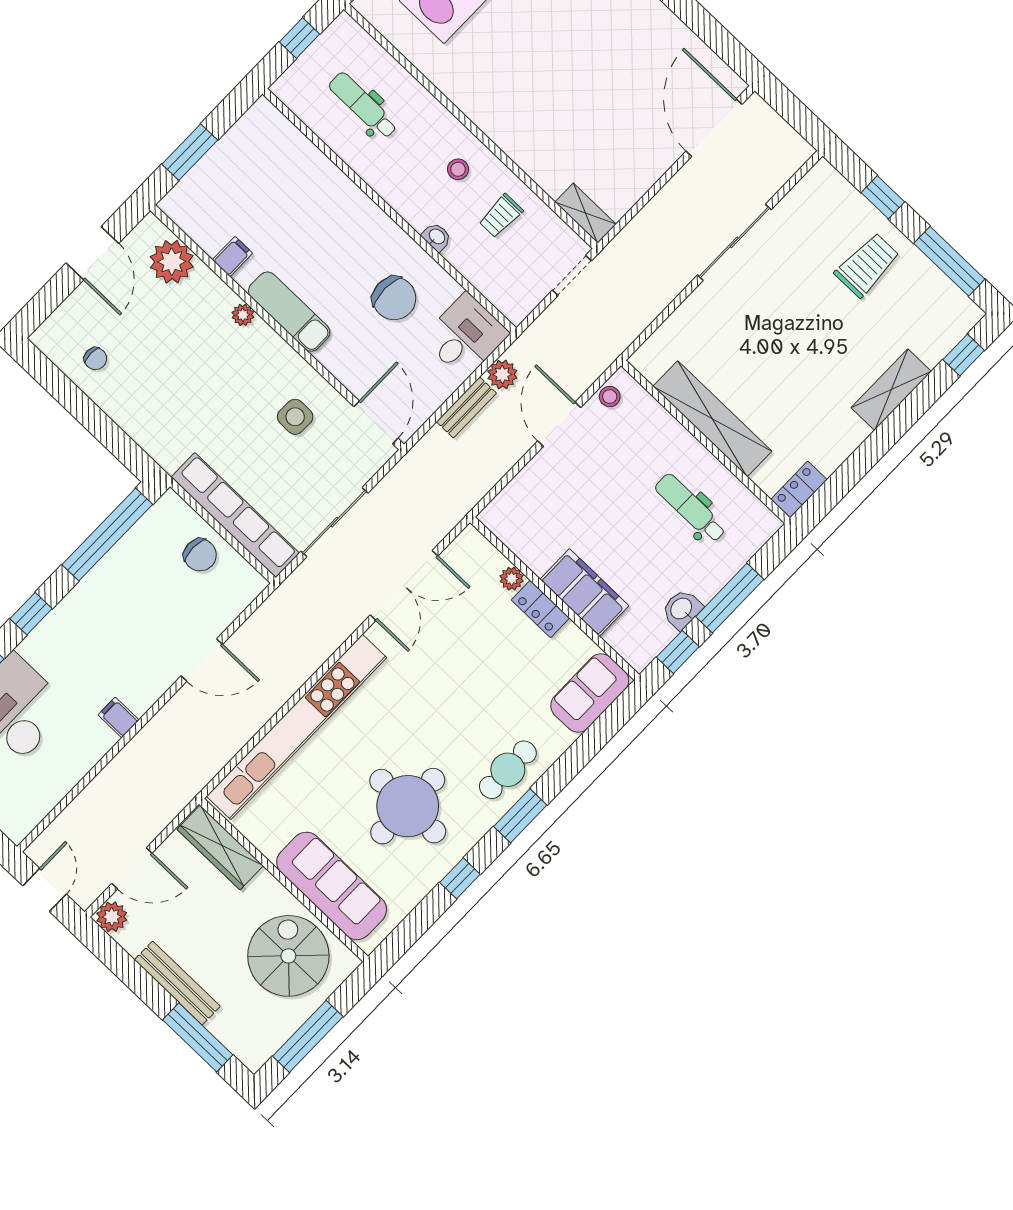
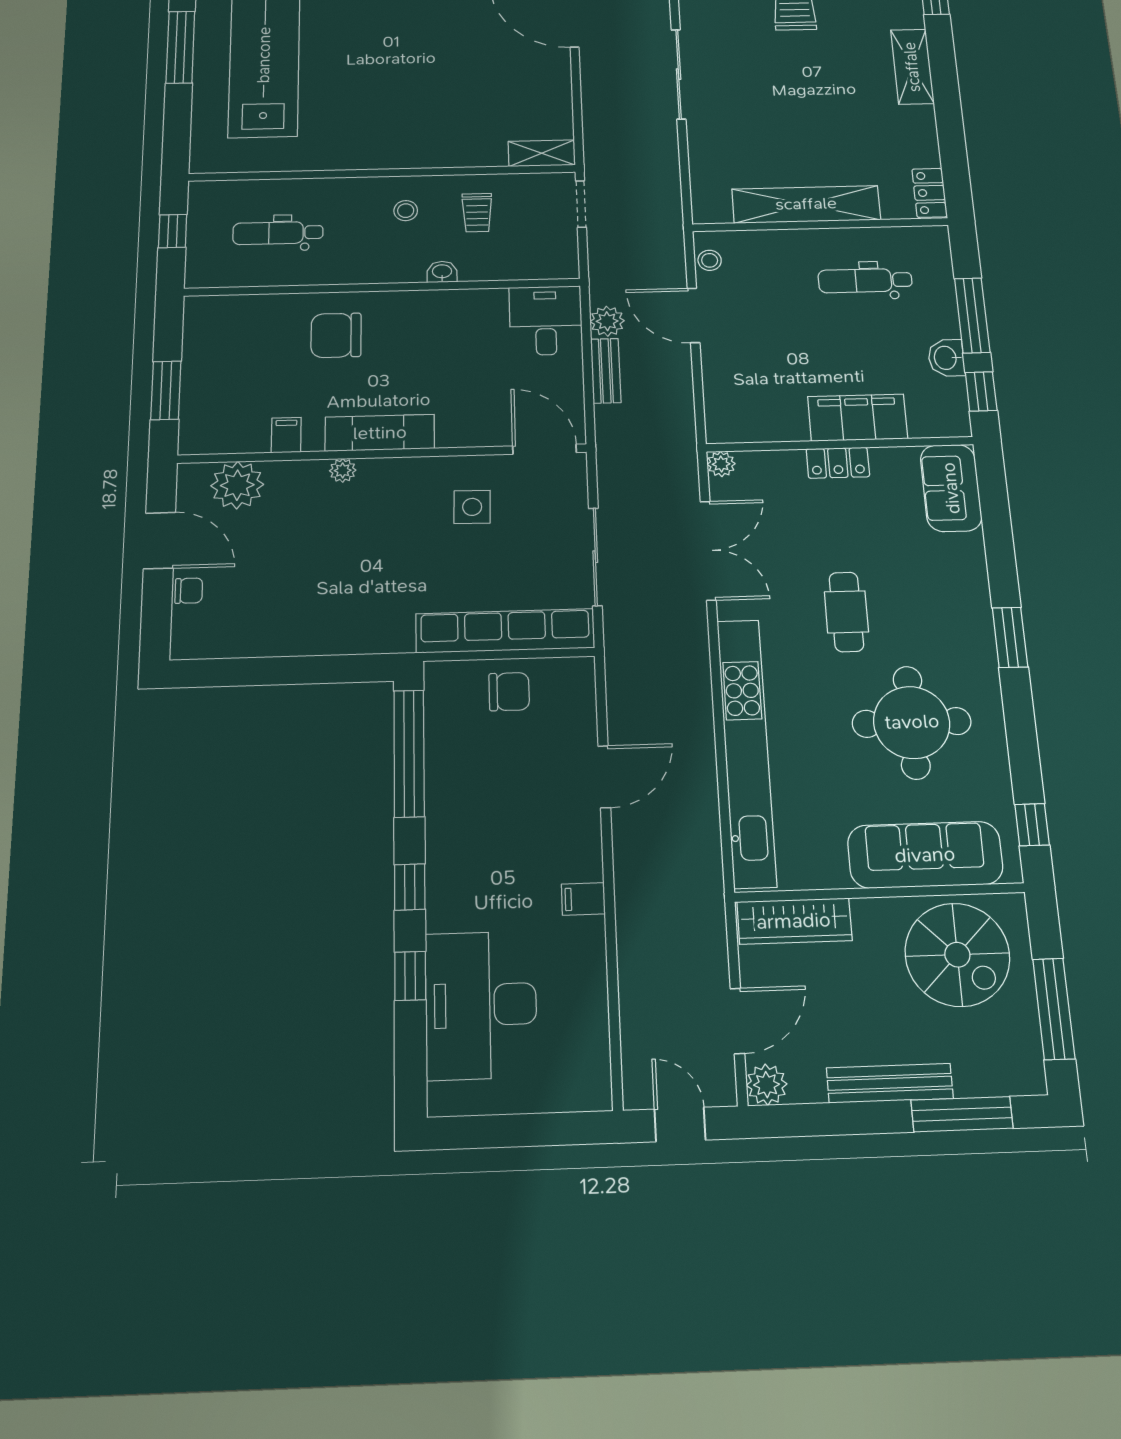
chair: (394, 298) -> (336, 335), moved, turned 180
chair: (95, 359) -> (189, 591), moved
plant: (512, 579) -> (721, 464), moved
cafe table: (508, 770) -> (846, 612), moved
window: (460, 878) -> (1032, 825), moved
spiral stairs: (288, 956) -> (957, 955), turned 180

